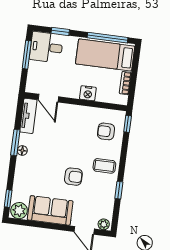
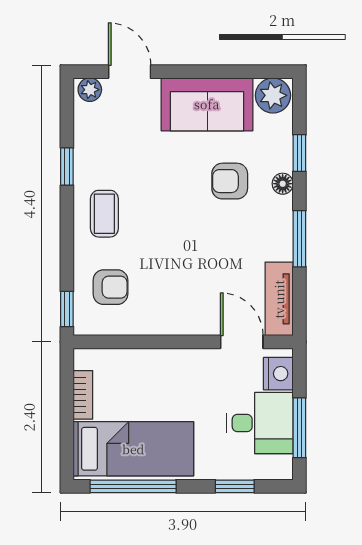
desk: (46, 47) -> (260, 423), moved
nightstand: (88, 93) -> (278, 374), moved, turned 90
floor lamp: (22, 151) -> (283, 184), moved
coffee table: (104, 166) -> (104, 214), turned 90
armchair: (73, 177) -> (230, 181), moved
window: (8, 199) -> (299, 153), moved

